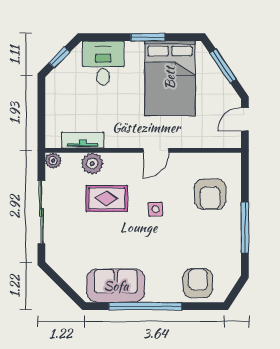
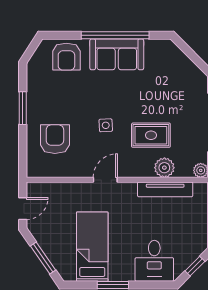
bed: (170, 78) -> (92, 247), width x0.67
tv unit: (83, 140) -> (165, 189), width x1.41
window: (245, 228) -> (23, 108), width x0.69
sofa: (116, 286) -> (117, 54), moved

